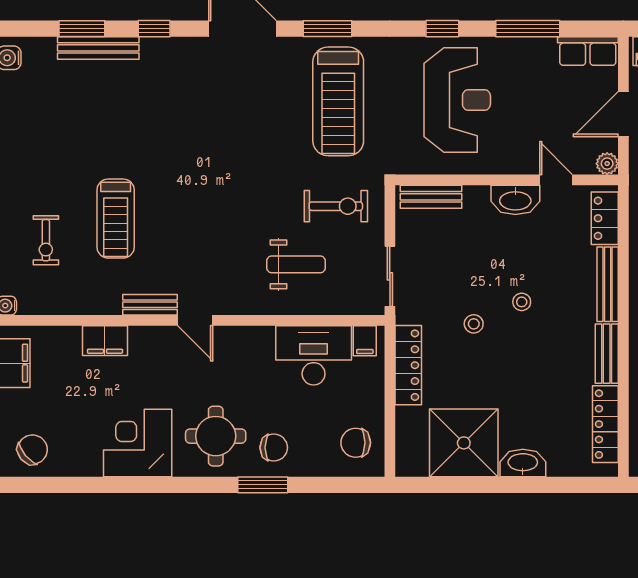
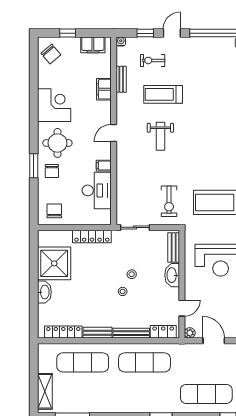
washbasin: (515, 200) -> (172, 275), moved
weight bench: (296, 264) -> (160, 136), moved
bench: (150, 305) -> (121, 79), moved
stool: (474, 324) -> (132, 274), moved
filing cabinet: (365, 341) -> (104, 166), moved

